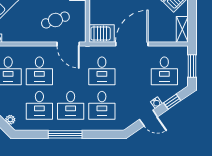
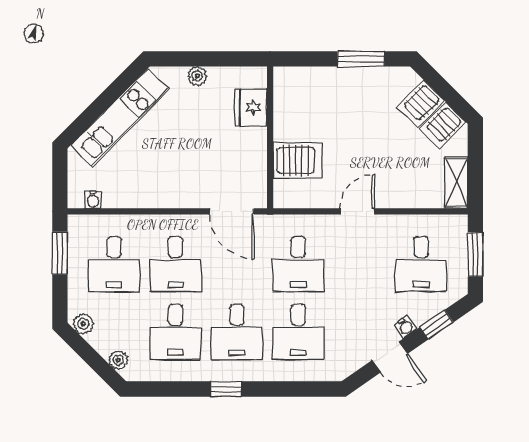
cafe table: (55, 20) -> (207, 164), removed
server rack: (102, 34) -> (298, 160), moved
door: (132, 44) -> (357, 211), width x0.53
window: (65, 134) -> (226, 389), width x0.46

